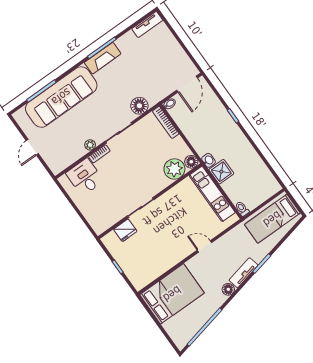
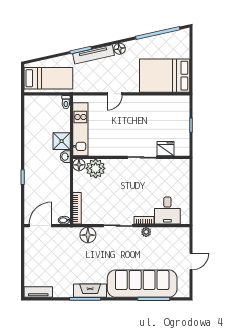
door: (204, 246) -> (115, 94), hinge flipped
tv unit: (243, 273) -> (94, 54), width x1.41

